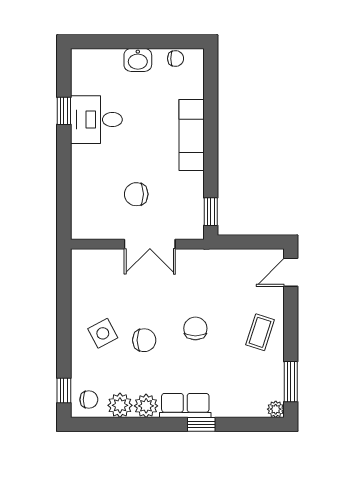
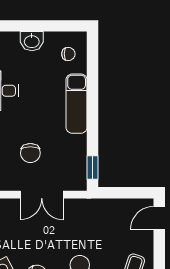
chair: (176, 59) -> (68, 54), moved
chair: (136, 194) -> (30, 153), turned -90

